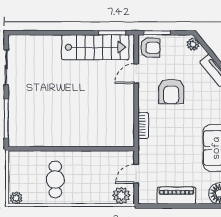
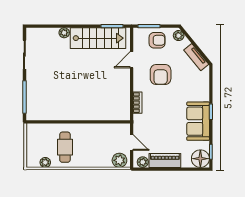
plant: (54, 41) -> (64, 33), added
armchair: (150, 48) -> (157, 40), moved
door: (136, 174) -> (132, 143), swing flipped
plant: (16, 198) -> (45, 162), moved
plant: (149, 198) -> (143, 162), added

